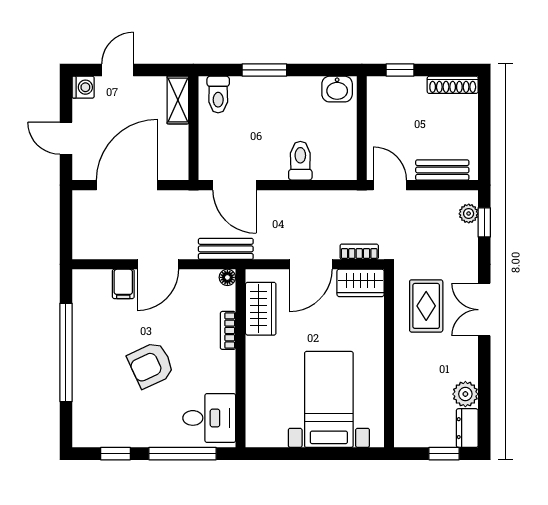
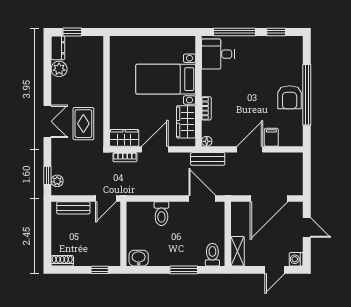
shoe rack: (453, 85) -> (62, 261), width x0.70
door: (390, 185) -> (106, 199), hinge flipped
armchair: (151, 365) -> (290, 97), moved, turned 115
bed with nightstands: (329, 399) -> (166, 79), moved, turned 90

